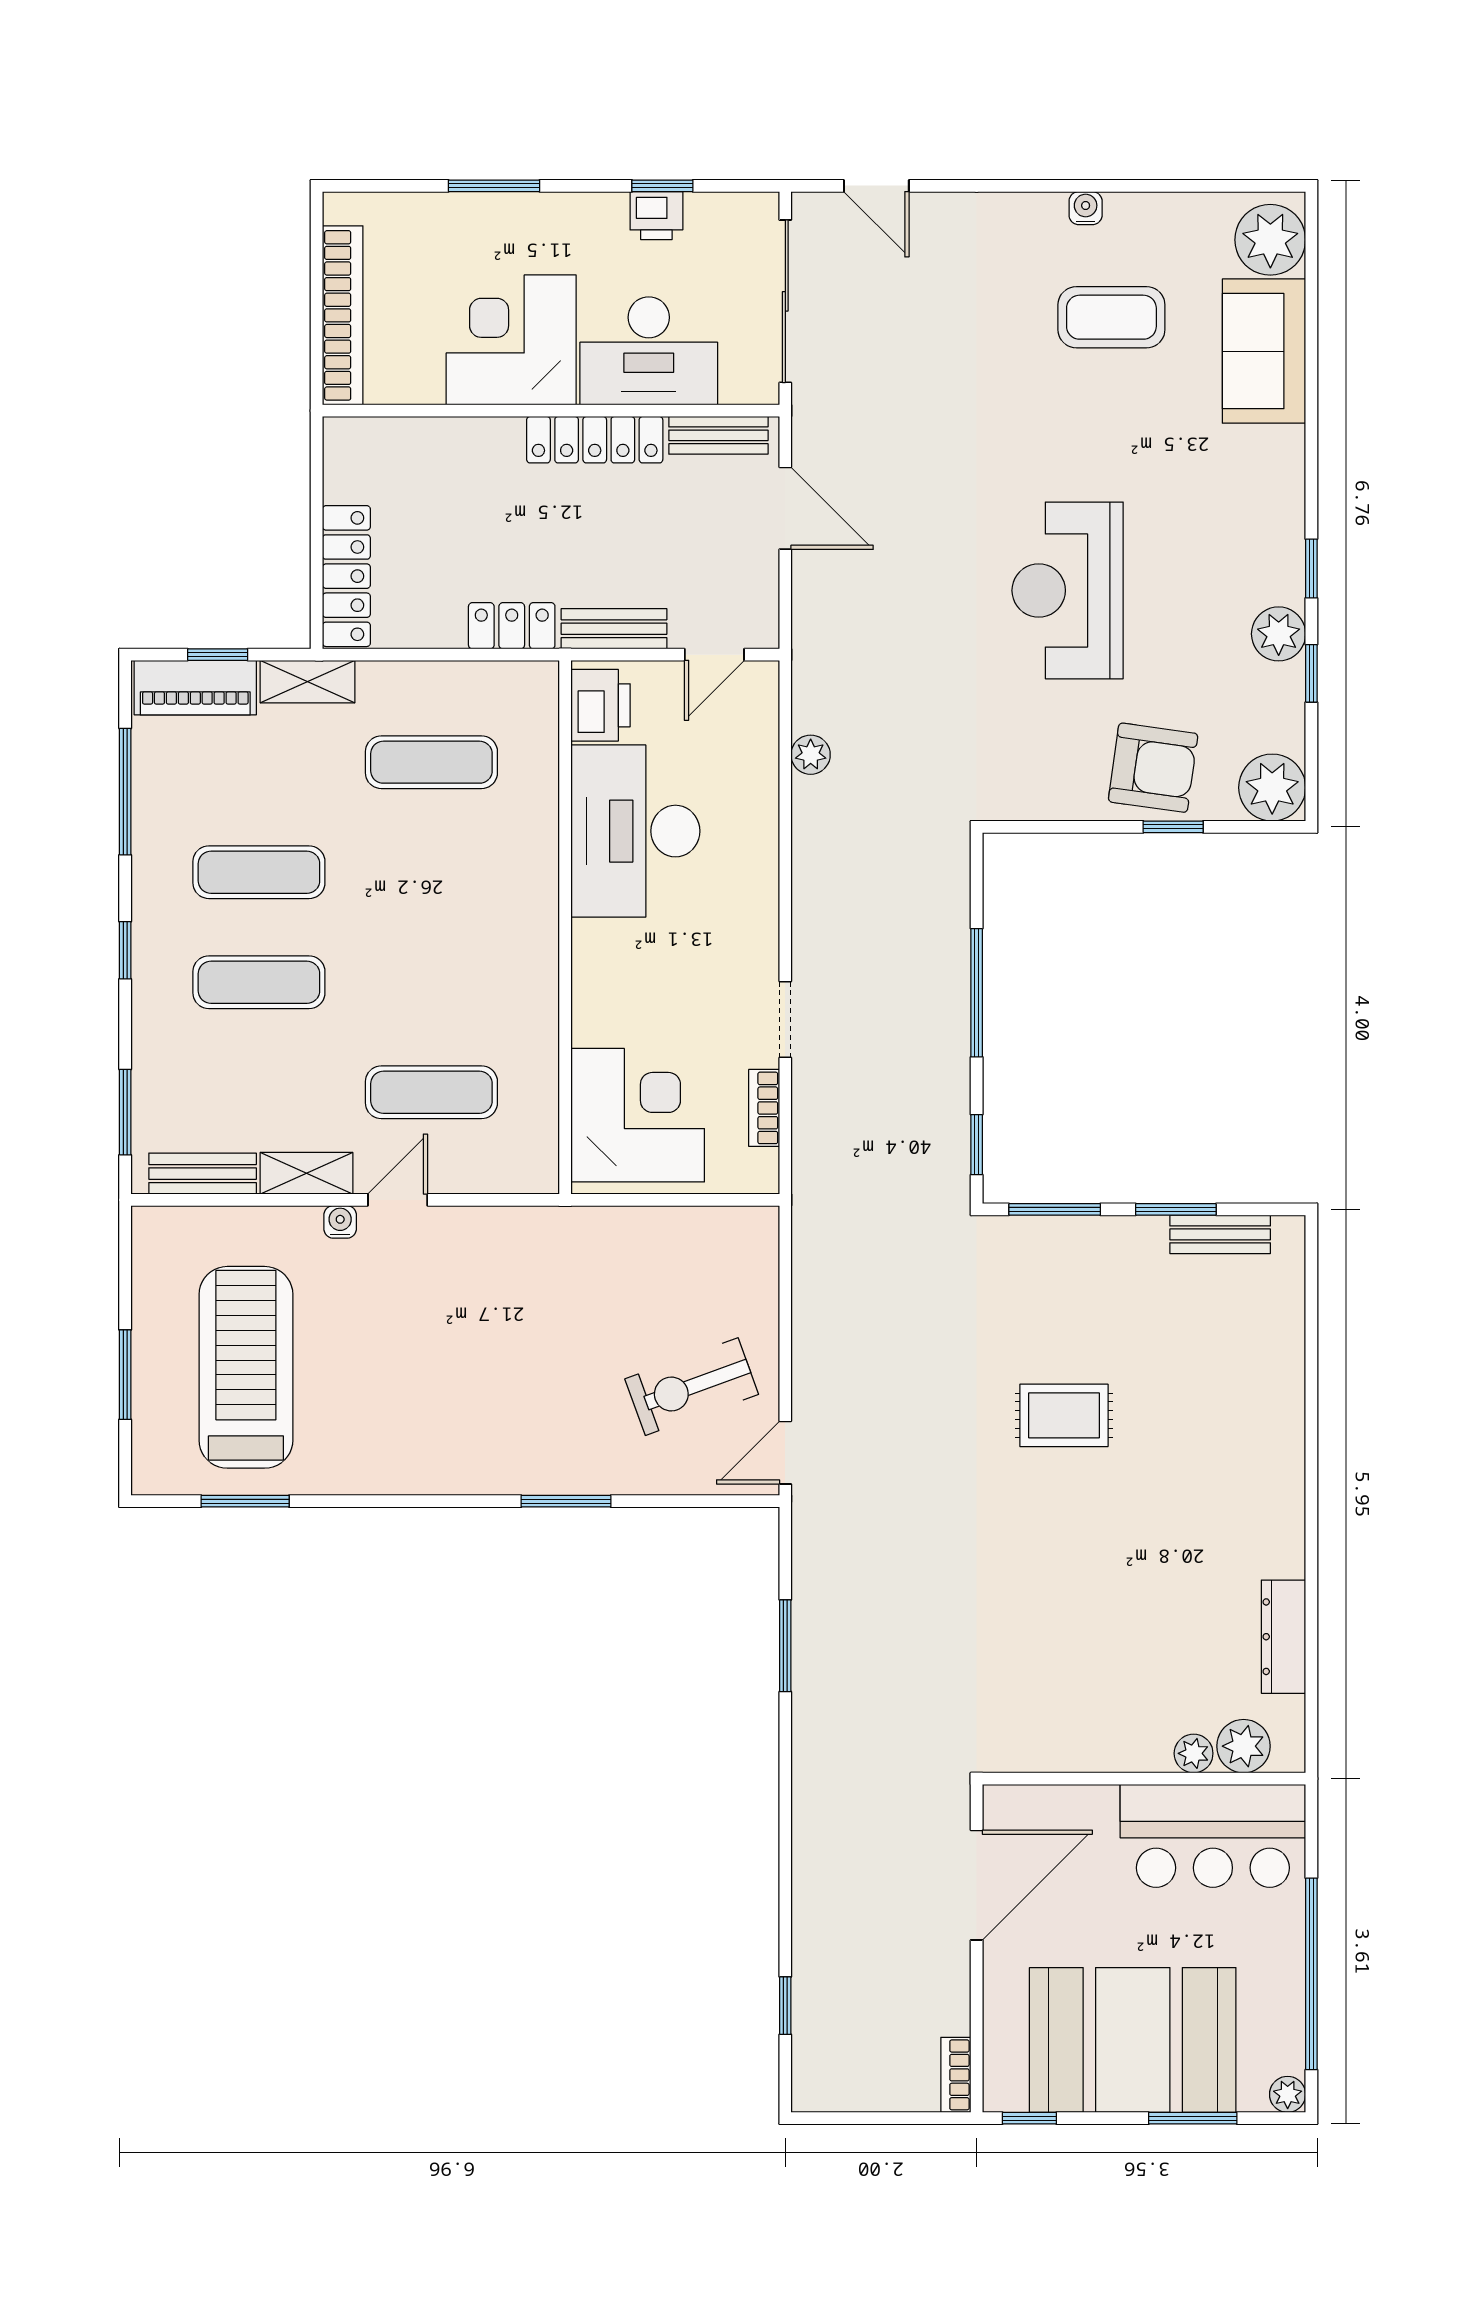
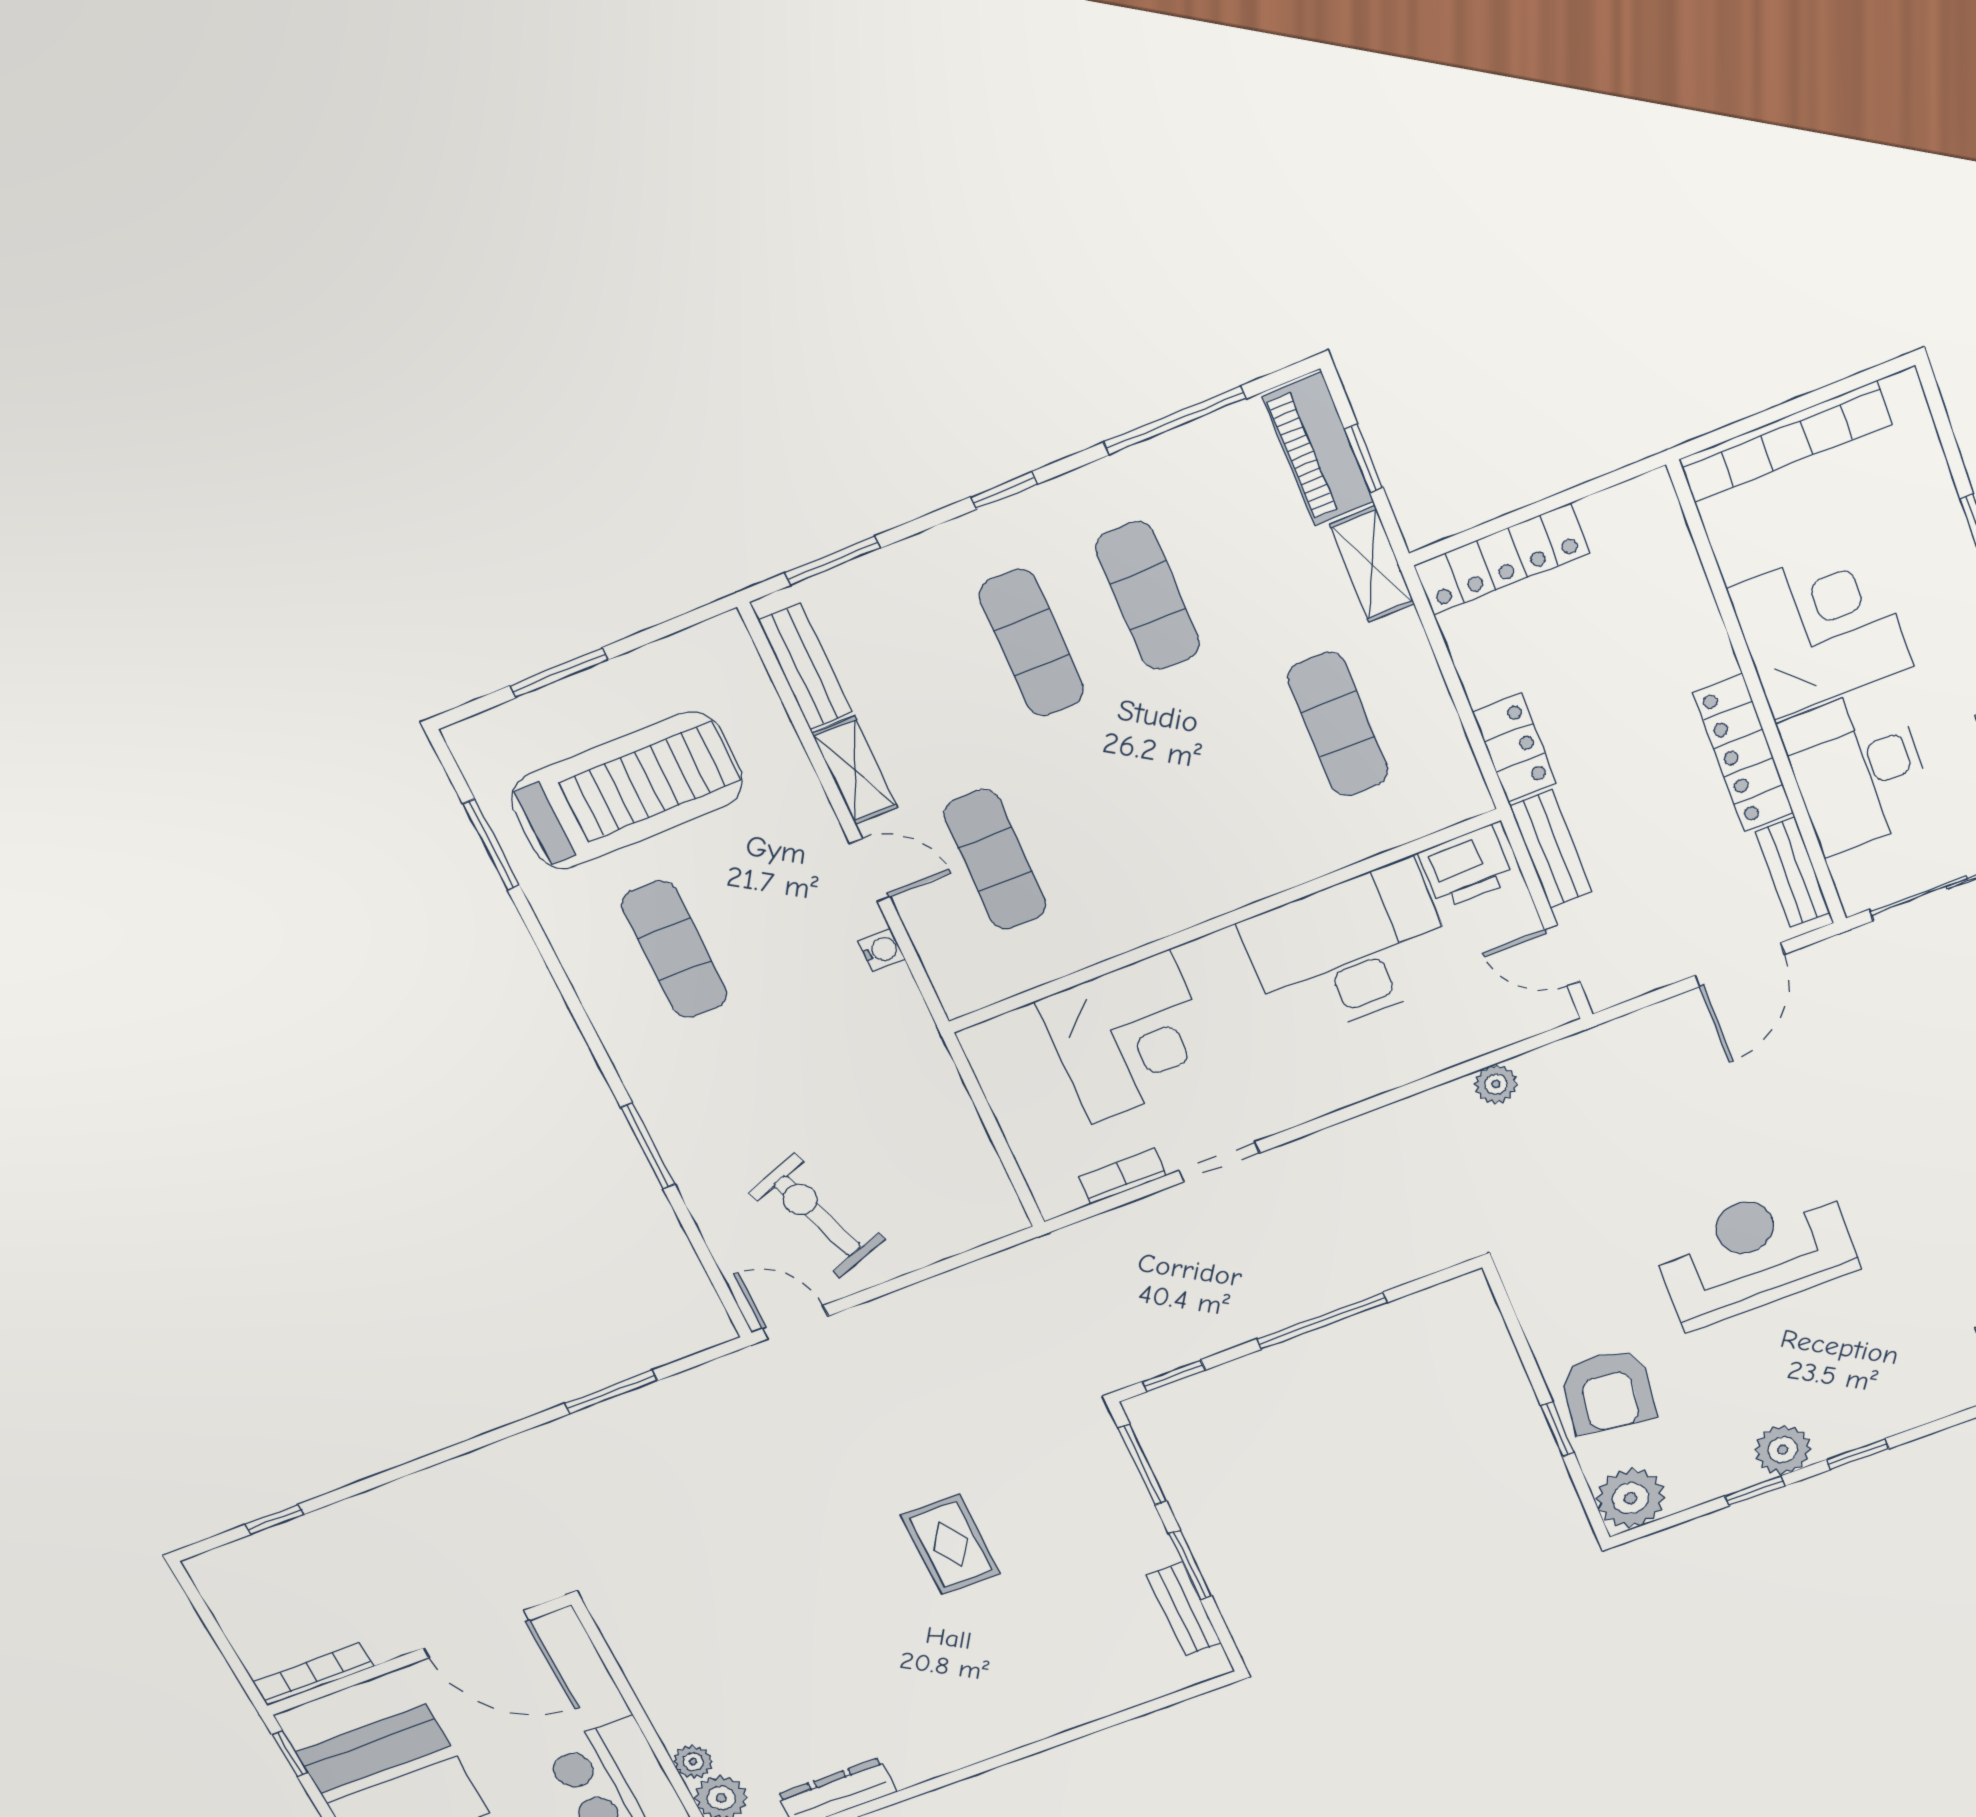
corner desk: (638, 1115) -> (1130, 1038), moved
water cooler: (340, 1222) -> (881, 950), moved
exercise mat: (399, 1394) -> (674, 949), added
bookcase: (956, 2075) -> (313, 1674), width x1.56

